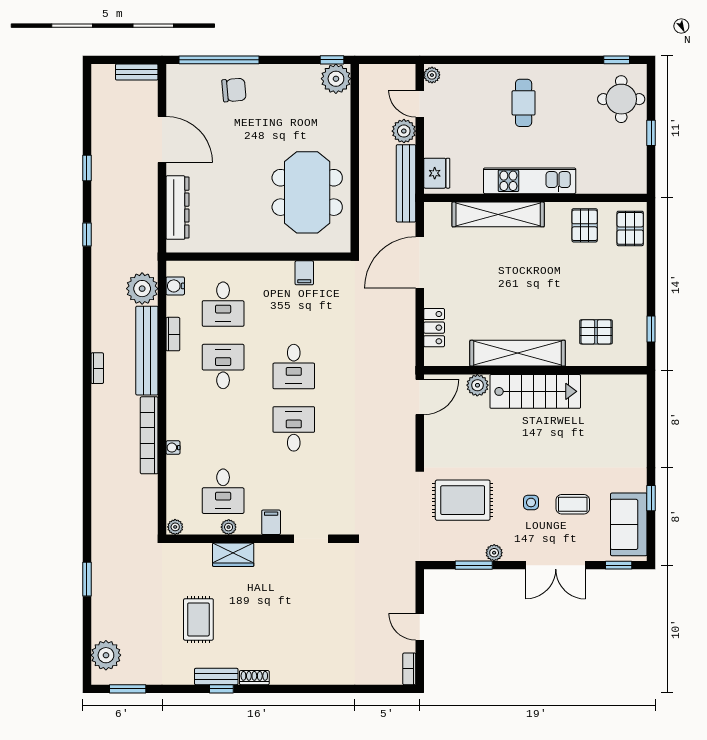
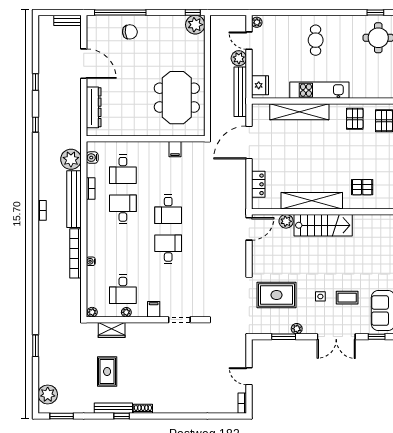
wardrobe: (233, 555) -> (112, 330), moved
bench: (216, 677) -> (113, 408), width x1.36

